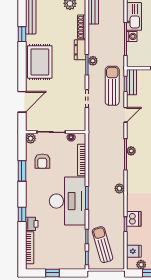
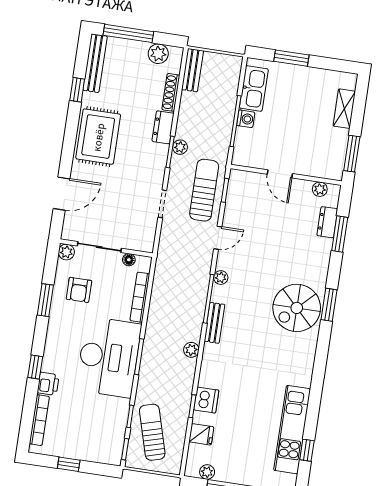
bench: (132, 82) -> (214, 323), moved
plant: (131, 151) -> (221, 278), moved
fridge: (134, 251) -> (201, 434), moved

